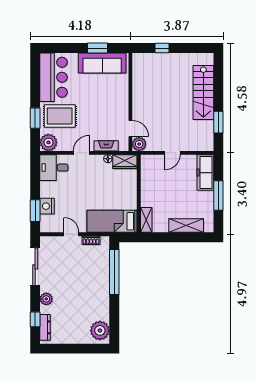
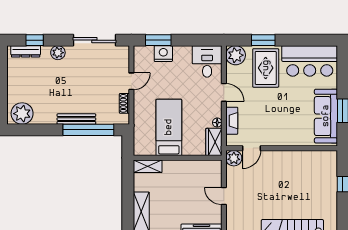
bed: (112, 221) -> (169, 127), moved
bench: (105, 283) -> (76, 119), added

